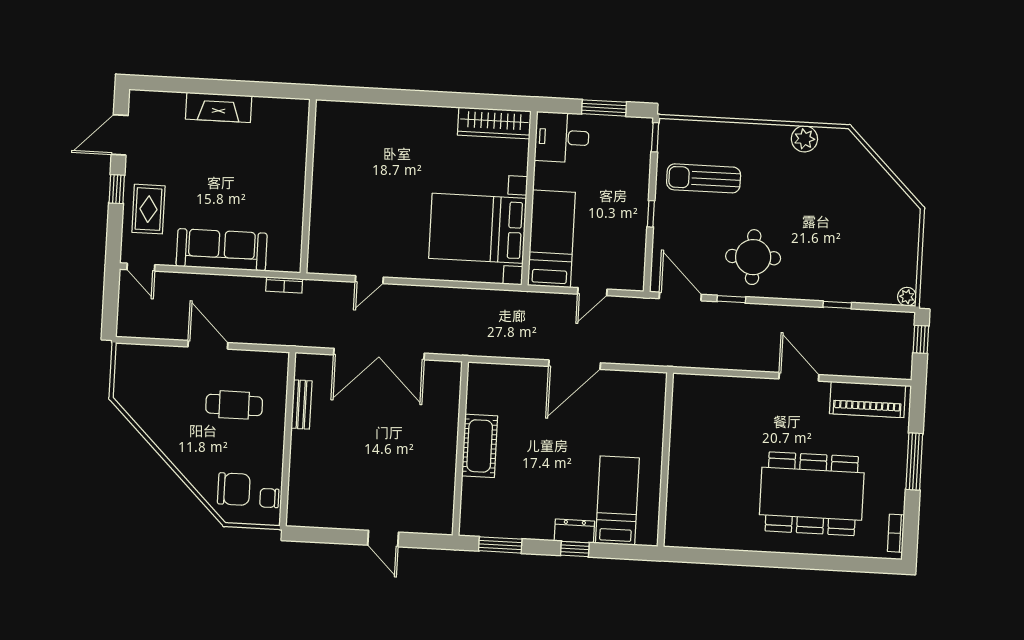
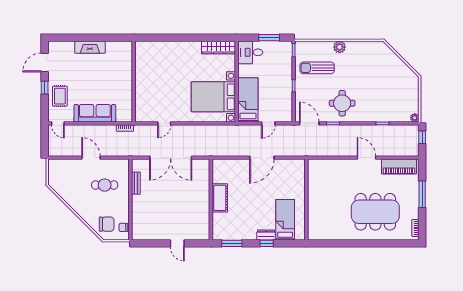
plant: (804, 139) -> (339, 47), moved

